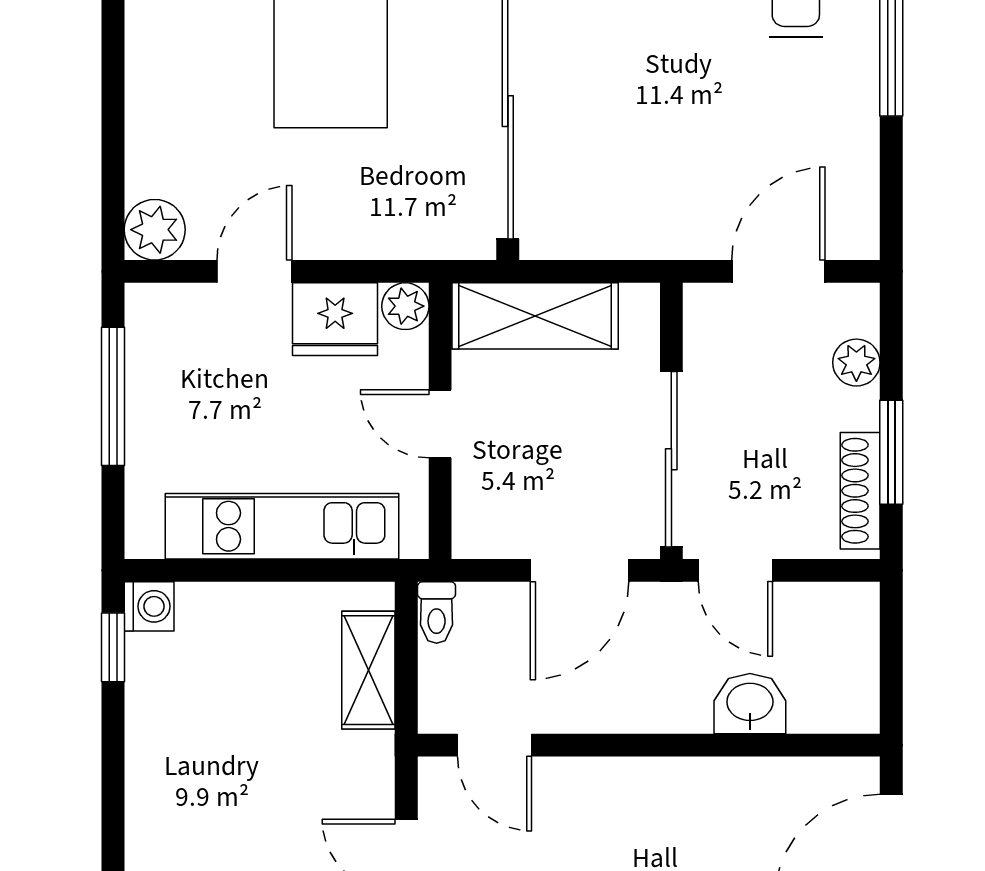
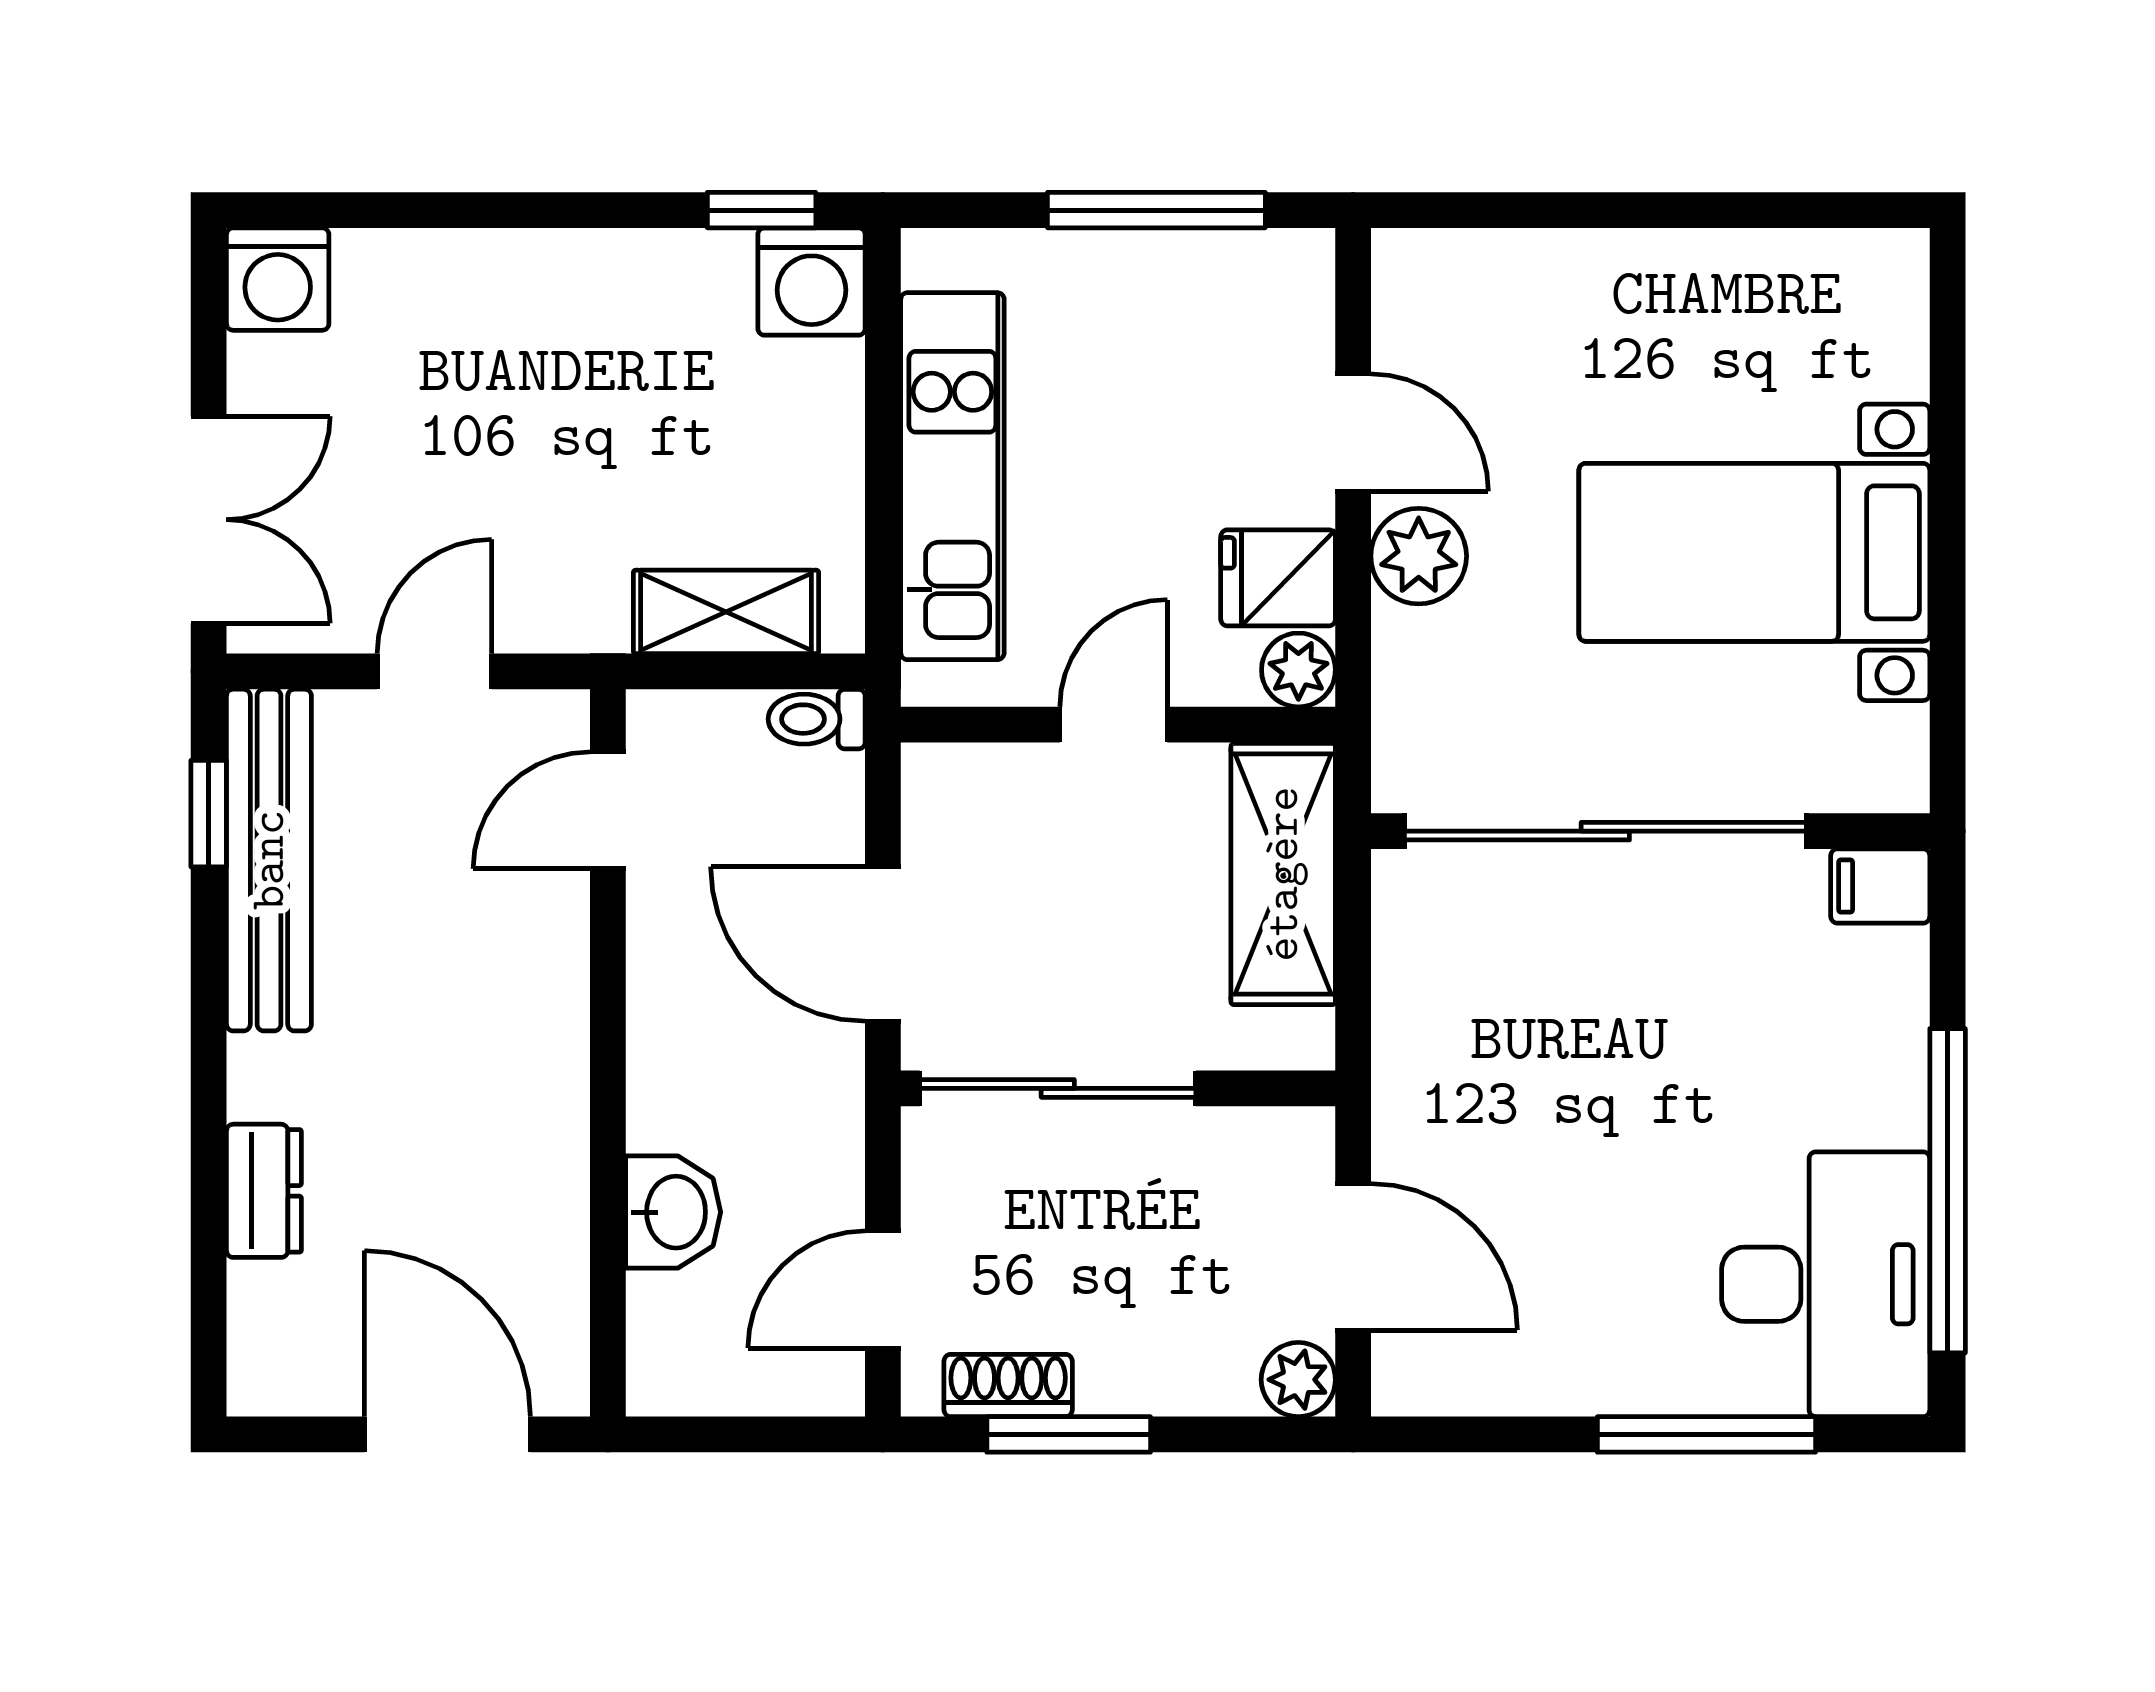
plant: (155, 230) -> (1419, 556), moved
fridge: (335, 319) -> (1278, 578), width x0.72
plant: (856, 363) -> (1298, 1380), moved
shoe rack: (860, 491) -> (1008, 1385), width x0.70
door: (735, 570) -> (883, 1290), moved
washing machine: (149, 606) -> (811, 282), width x1.38, depth x1.38

